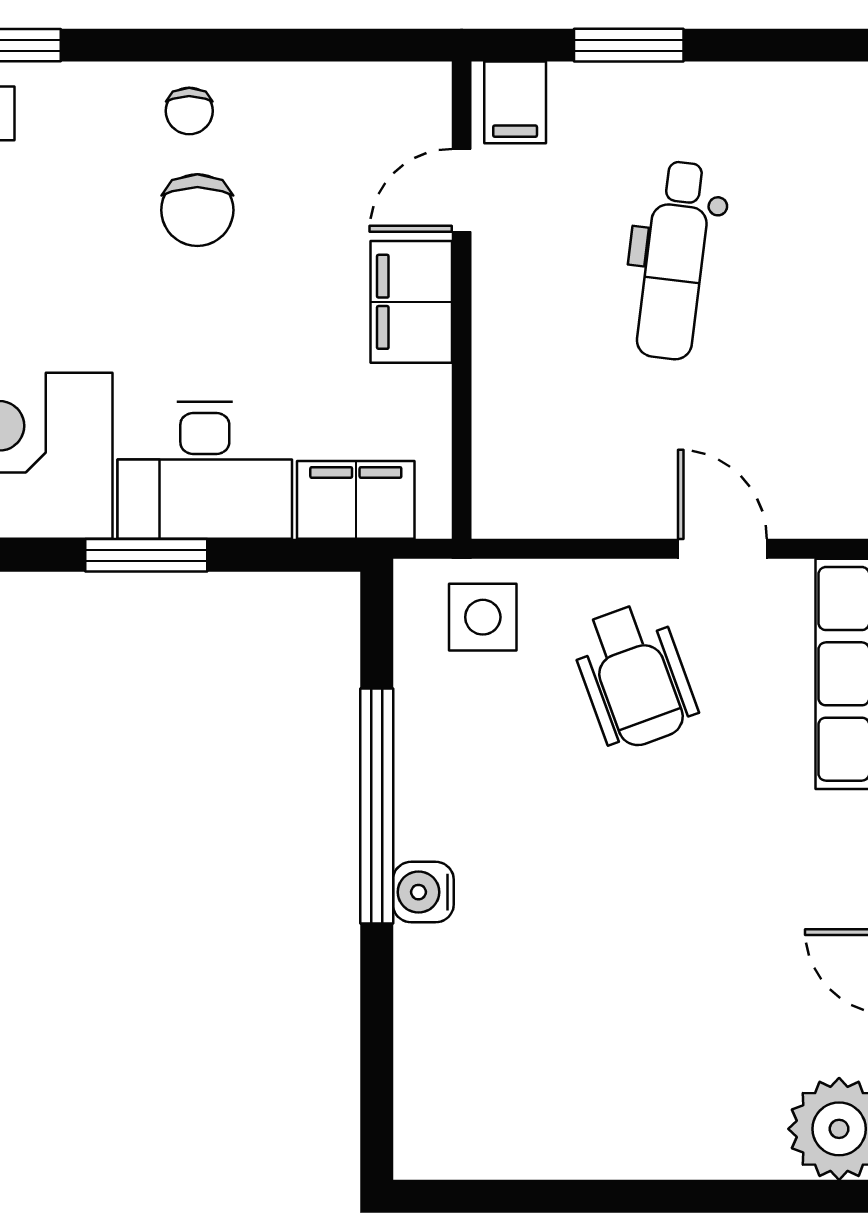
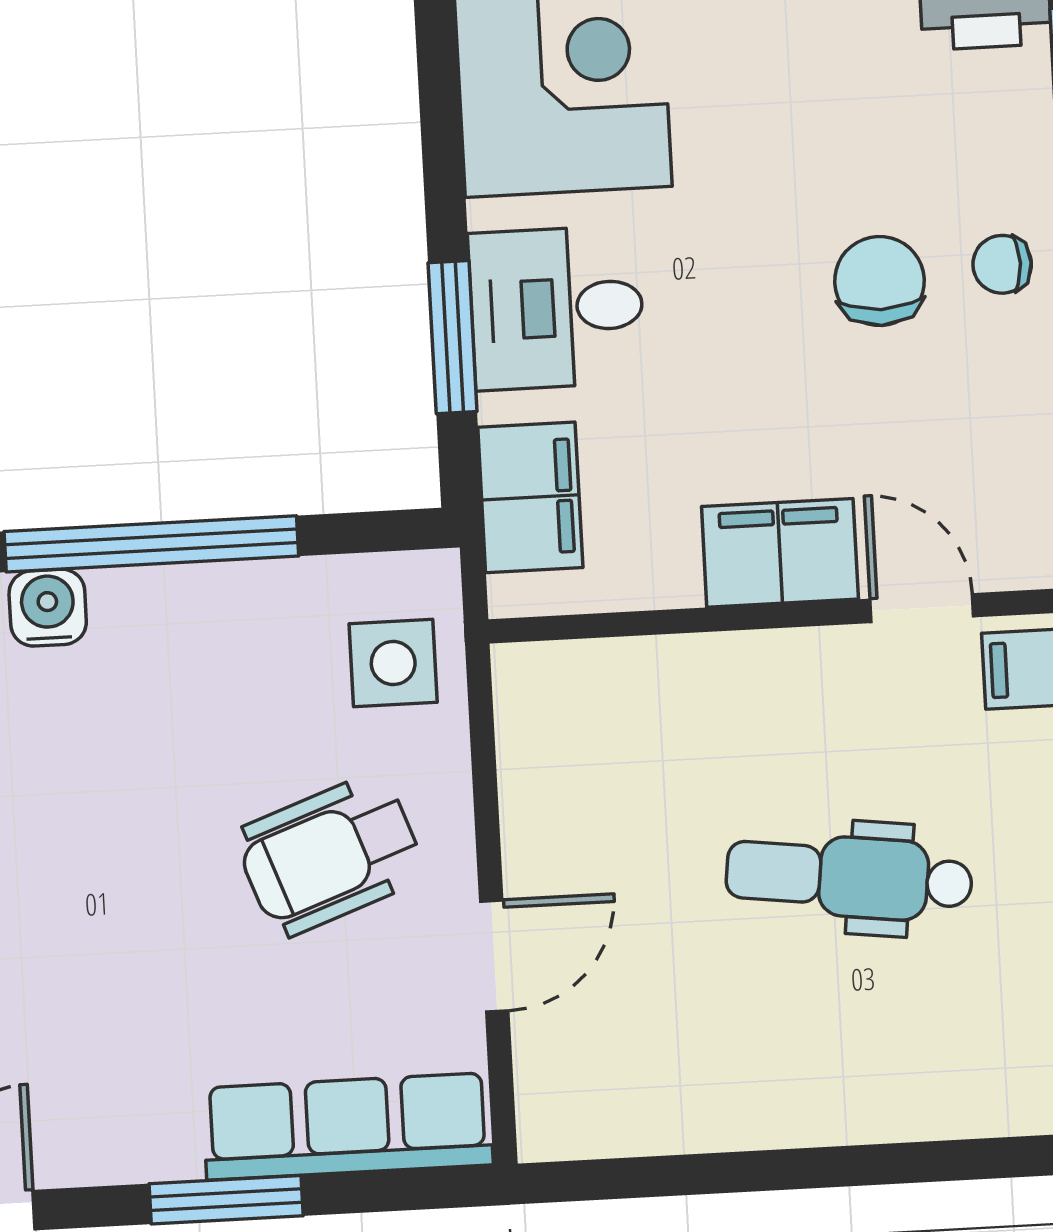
chair: (197, 210) -> (880, 281), turned 90
desk: (205, 470) -> (557, 308), width x0.73
window: (146, 555) -> (453, 337), moved

